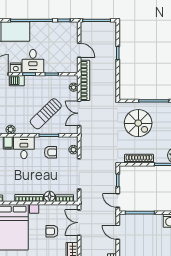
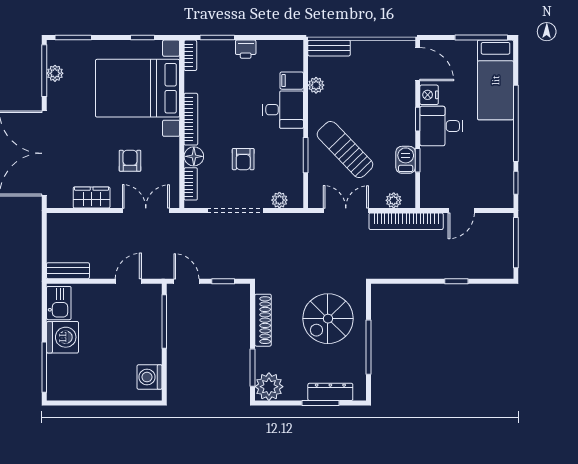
barbecue: (17, 81) -> (406, 160), moved
armchair: (51, 152) -> (243, 159), moved
door: (118, 200) -> (186, 281), hinge flipped

